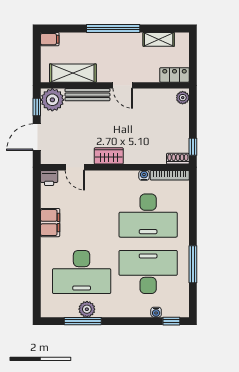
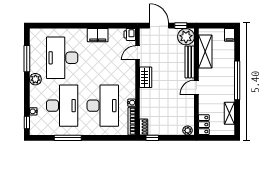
desk: (148, 216) -> (103, 106), turned 180
plant: (87, 309) -> (35, 79), moved

